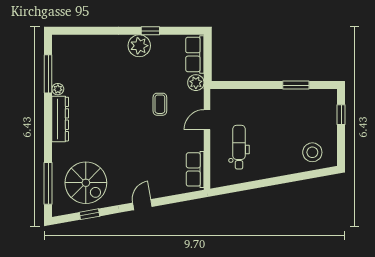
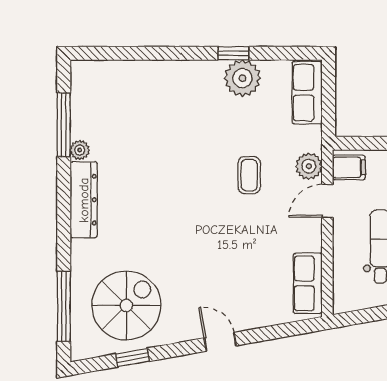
plant: (139, 46) -> (243, 78), moved
plant: (196, 83) -> (309, 166), moved
filing cabinet: (220, 100) -> (349, 167), added
spiral stairs: (86, 183) -> (126, 305), turned -90
door: (142, 205) -> (220, 342), hinge flipped

